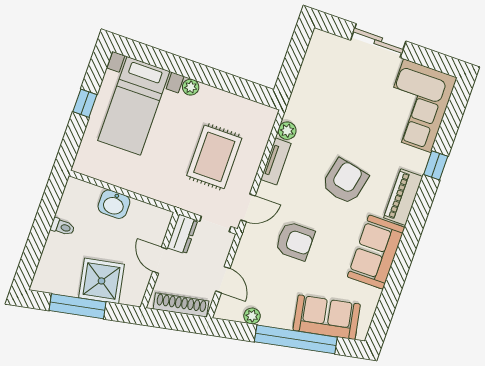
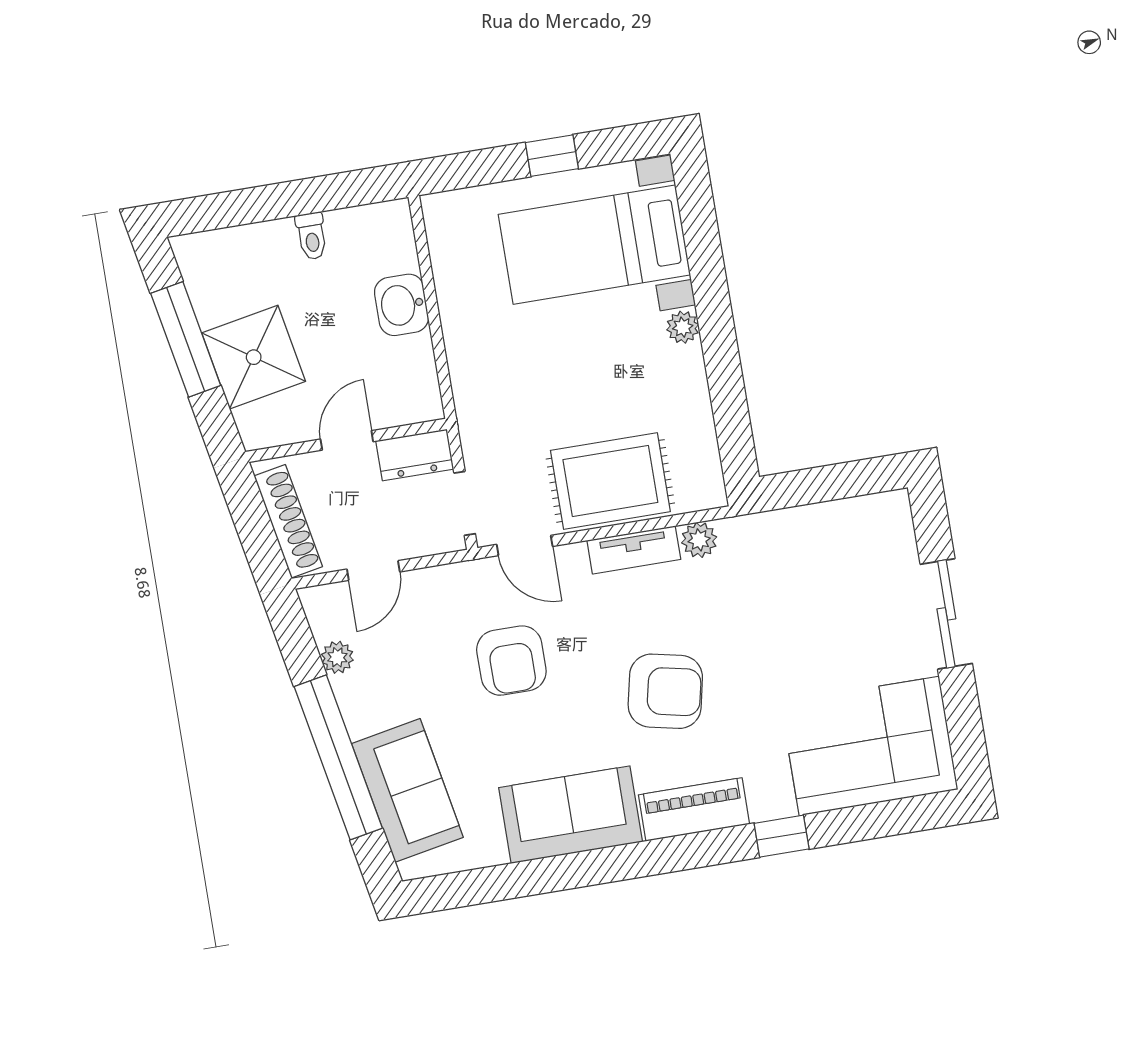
rug: (214, 157) -> (610, 481), moved

